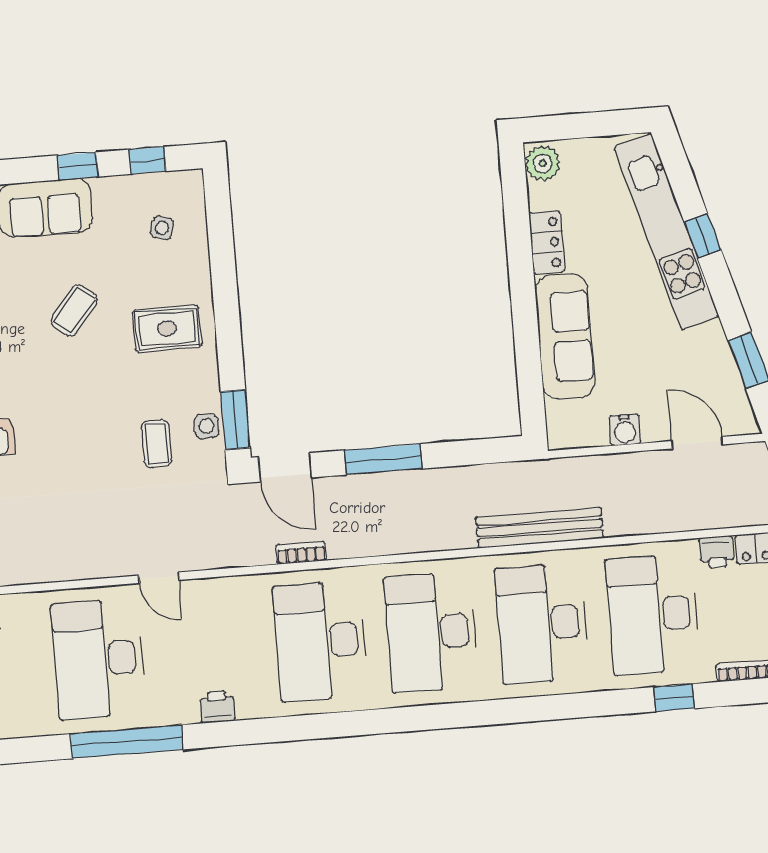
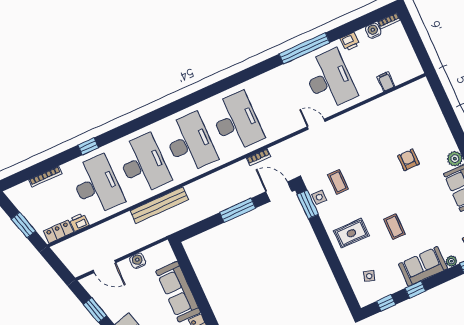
coffee table: (74, 310) -> (394, 227), turned -39
window: (674, 698) -> (88, 146), moved
printer: (217, 707) -> (350, 42), moved

